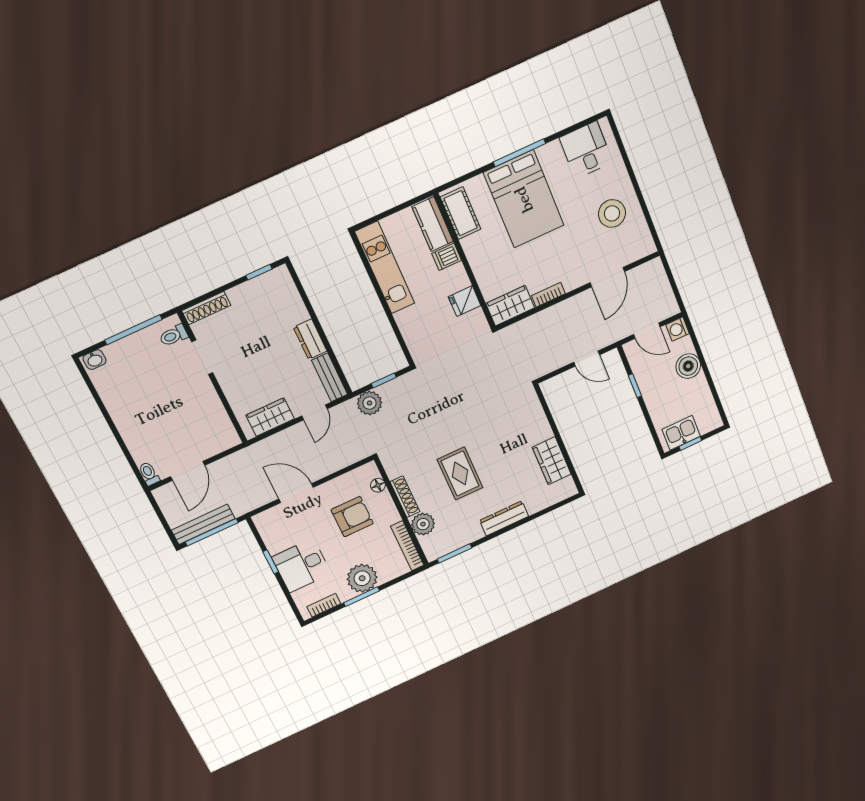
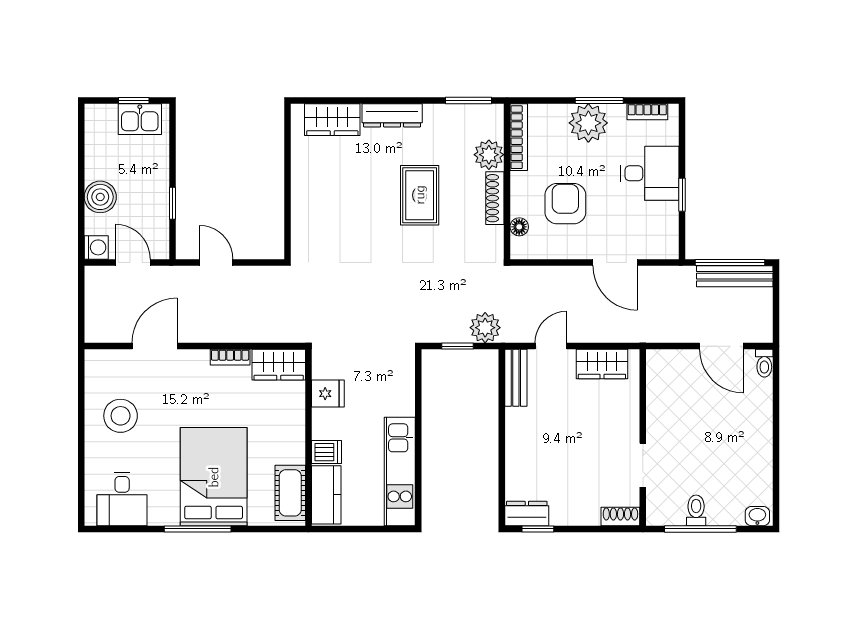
shoe rack: (206, 308) -> (620, 516), width x0.70
toilet: (174, 335) -> (696, 510), moved, turned -90
dresser: (310, 339) -> (527, 513), moved, turned -90
wardrobe: (552, 461) -> (332, 120), moved, turned 90
door: (188, 471) -> (721, 346), swing flipped
armchair: (352, 517) -> (565, 204), turned 90

